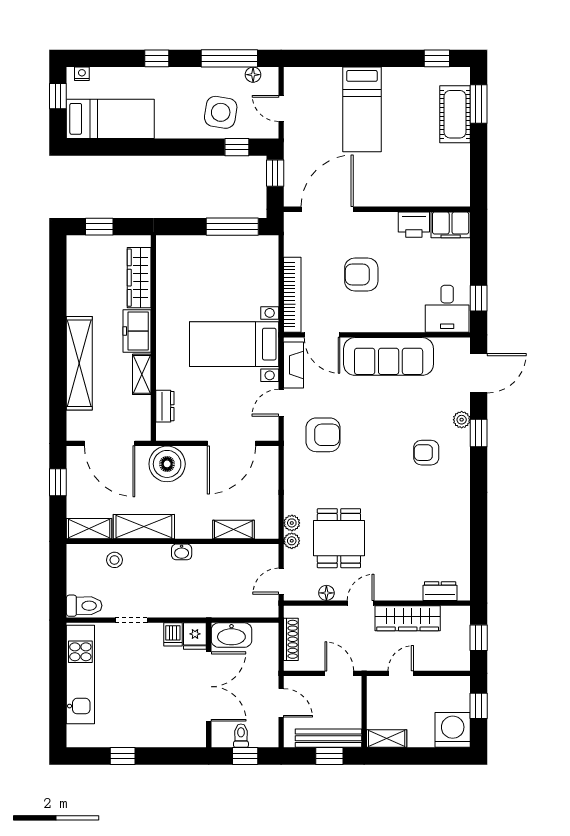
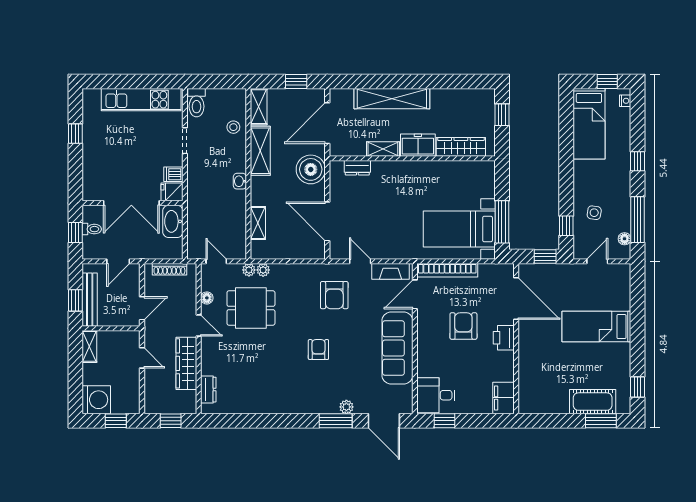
side table: (221, 112) -> (594, 213), width x0.54, depth x0.54
printer: (414, 225) -> (504, 338), moved
bed with nightstands: (234, 344) -> (459, 229), moved, turned -90
window: (479, 433) -> (336, 421), width x1.50
armchair: (426, 453) -> (318, 349), moved

